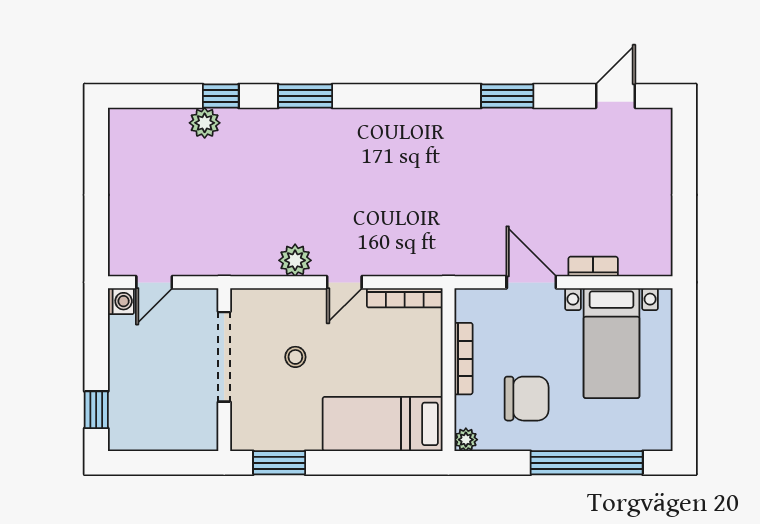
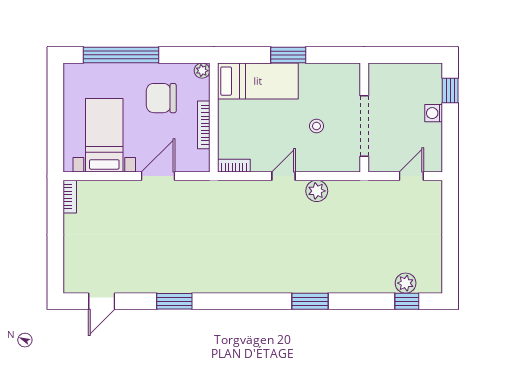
window: (221, 96) -> (407, 301), moved
plant: (205, 123) -> (406, 283), moved
bookcase: (593, 267) -> (70, 197), moved, turned -90
door: (531, 282) -> (158, 176), swing flipped
bookcase: (405, 298) -> (234, 166), width x0.64
washing machine: (121, 301) -> (434, 113), moved
window: (279, 463) -> (288, 55), moved

